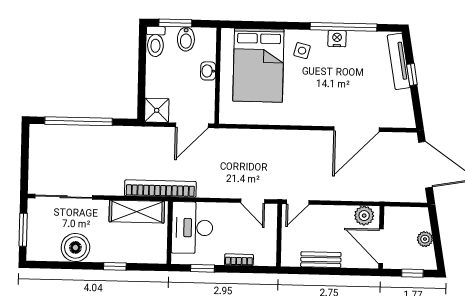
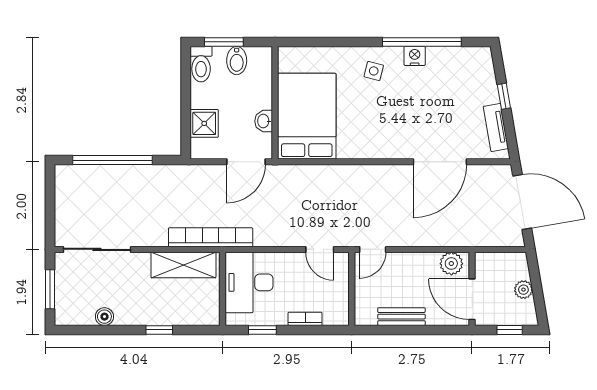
tv unit: (399, 61) -> (496, 127), moved, width x0.71
bed: (258, 65) -> (307, 116), moved, turned 180
washbasin: (208, 71) -> (264, 121), moved
shower: (157, 110) -> (204, 123), moved
boiler: (75, 247) -> (104, 317), width x0.54, depth x0.54

